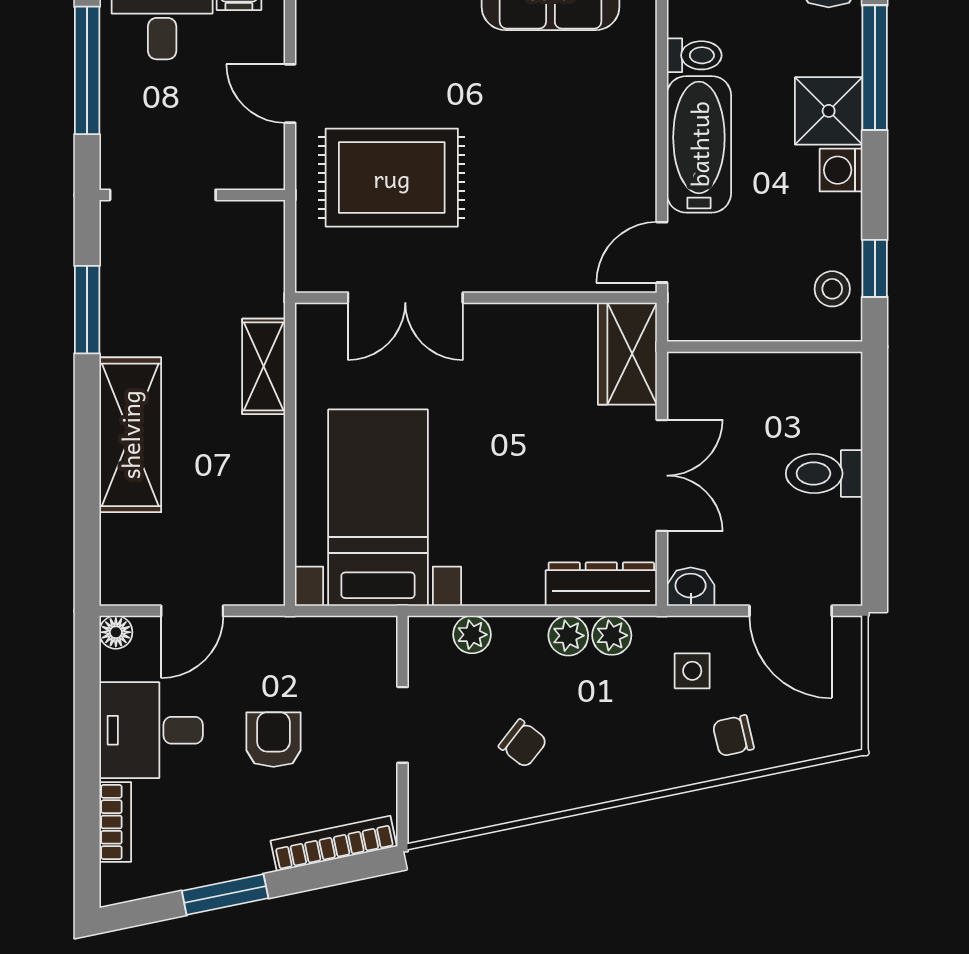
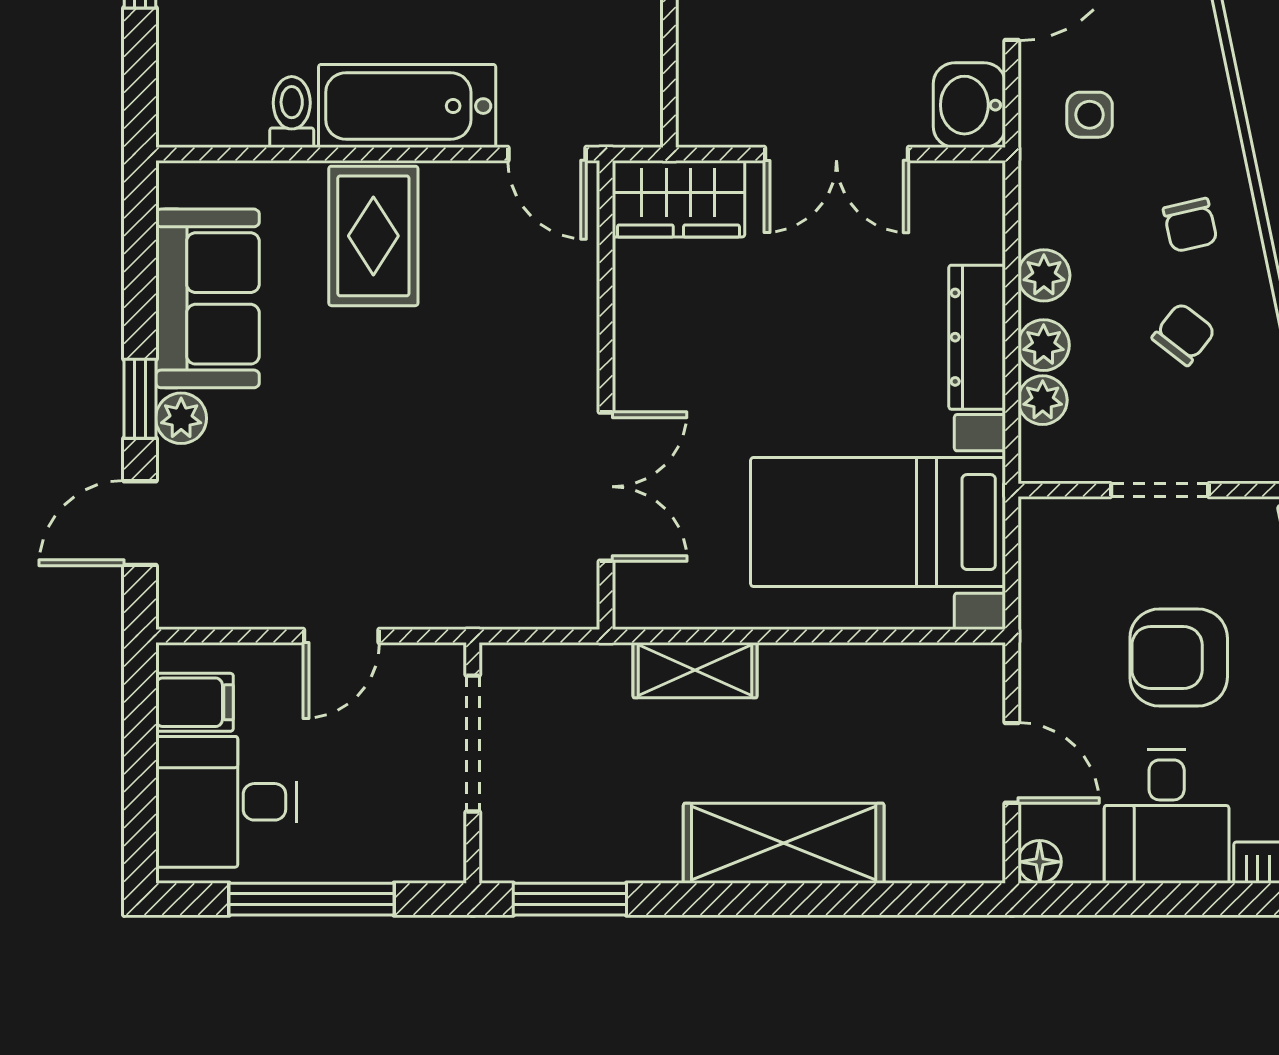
rug: (392, 178) -> (373, 236), moved, width x0.73, depth x0.70
doorway: (163, 195) -> (473, 743), moved
window: (87, 310) -> (570, 899), moved
double door: (662, 476) -> (836, 154), swing flipped
dresser: (601, 584) -> (977, 337), moved
washbasin: (691, 587) -> (969, 105), width x1.38, depth x1.45
plant: (612, 635) -> (1044, 345), moved
chair: (733, 736) -> (1190, 225), moved
armchair: (273, 740) -> (1179, 657), width x1.38, depth x1.38

